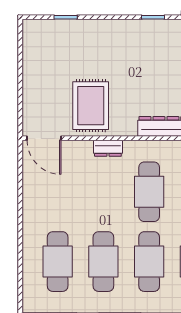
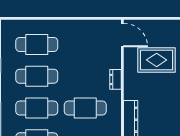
rug: (91, 106) -> (157, 60), moved
door: (44, 138) -> (122, 35), swing flipped

